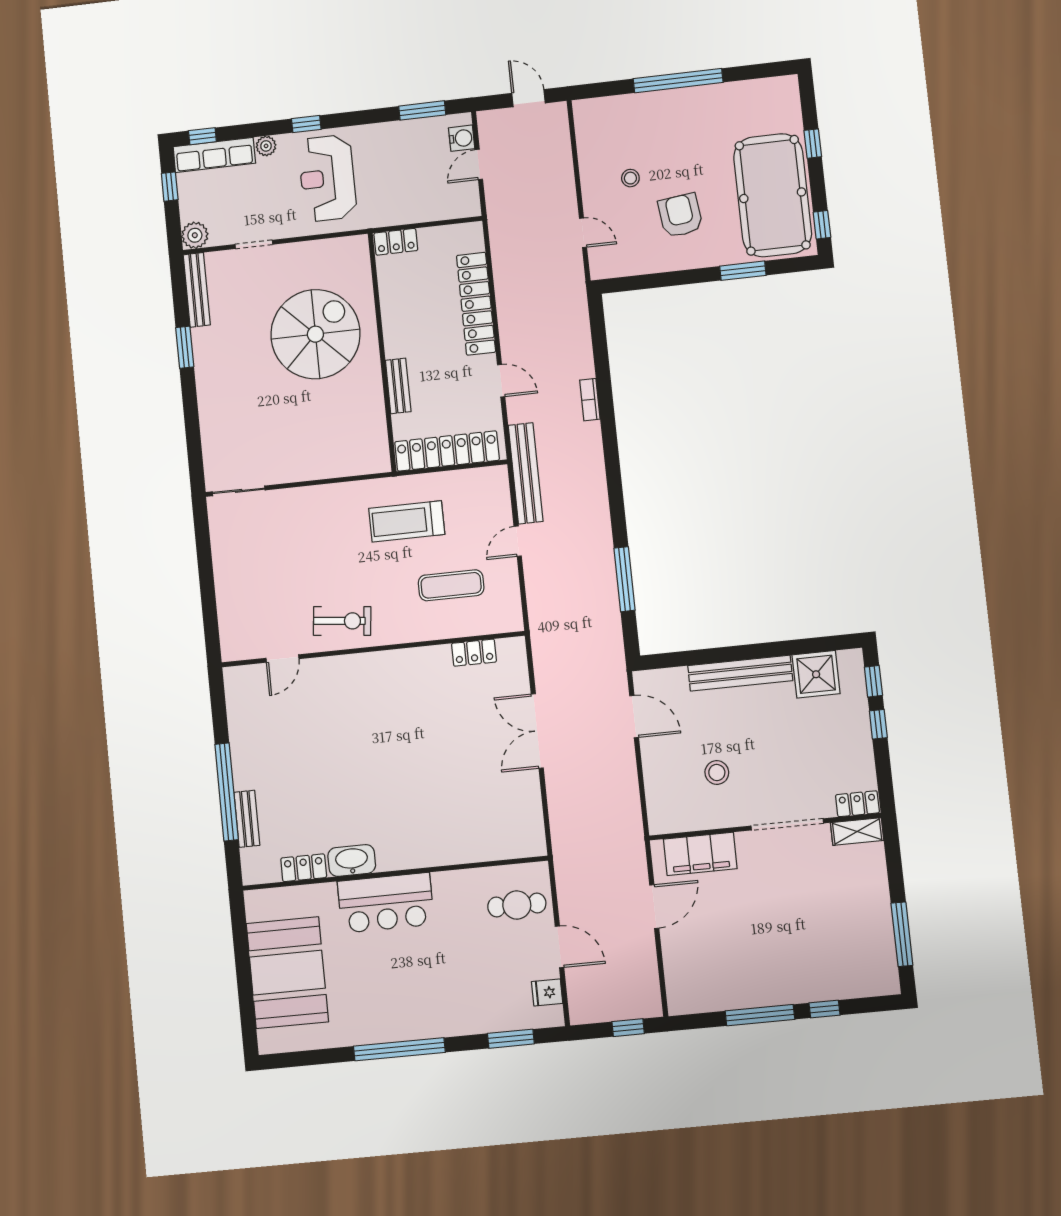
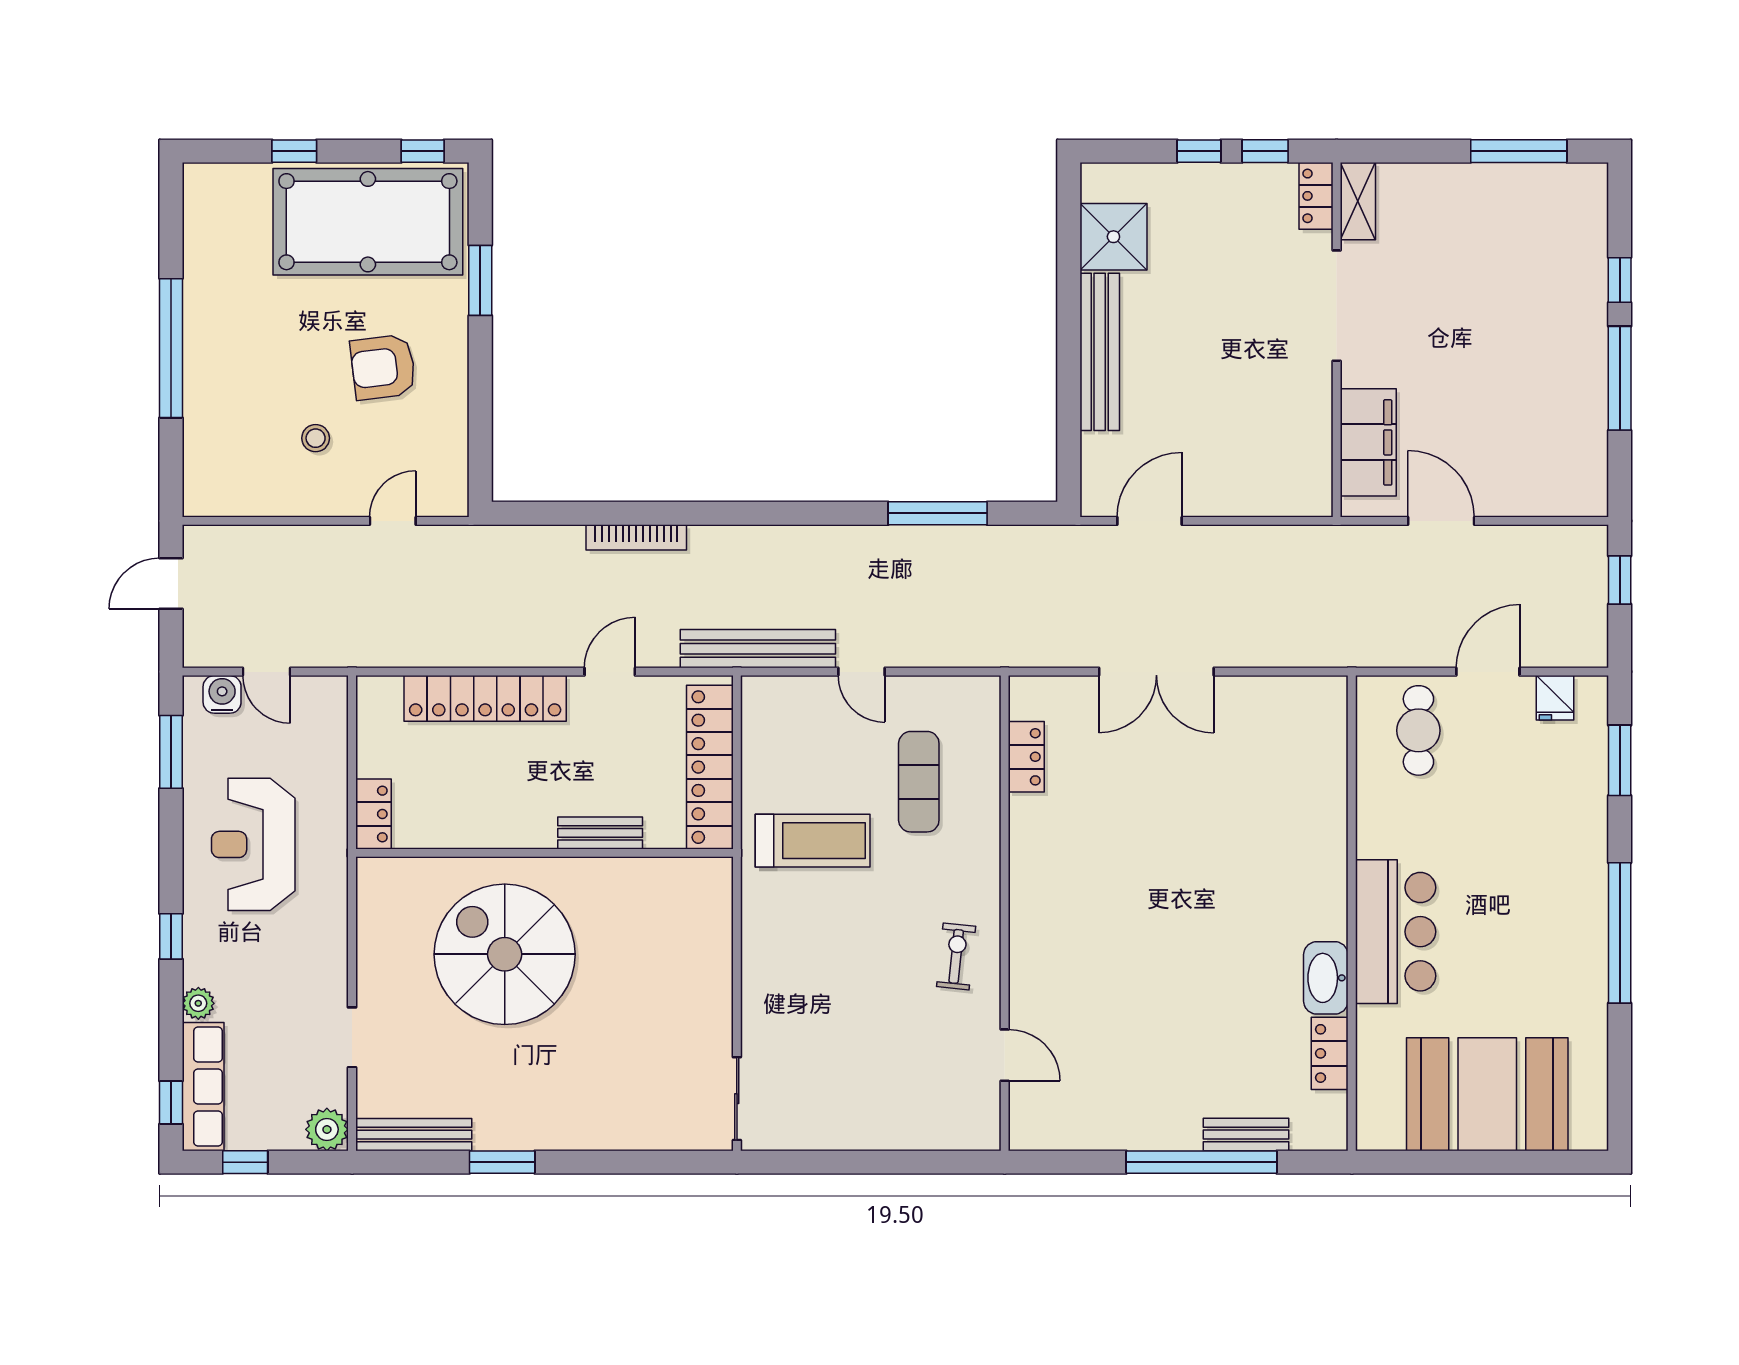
reception desk: (327, 178) -> (253, 844), moved, turned 90
bookcase: (590, 400) -> (636, 537), width x1.56
treadmill: (407, 521) -> (813, 841), turned -90
exercise bike: (342, 621) -> (956, 956), width x0.73, depth x0.72
window: (873, 681) -> (1265, 151), moved
stool: (717, 773) -> (1247, 404), removed

